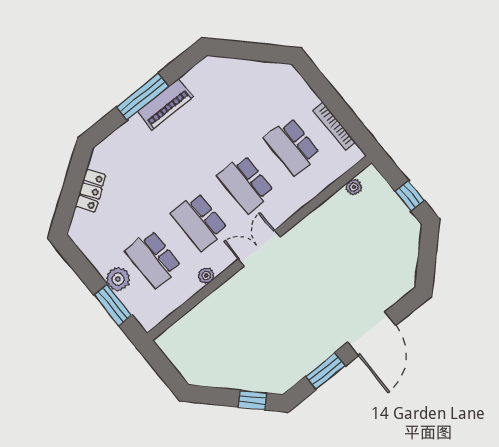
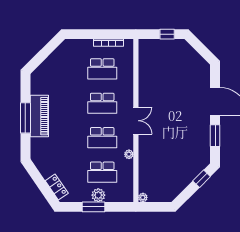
piano: (165, 104) -> (39, 116), width x1.37, depth x1.33
plant: (354, 187) -> (143, 197), moved
locker: (91, 191) -> (57, 187), moved
double door: (259, 248) -> (136, 121), swing flipped
window: (113, 305) -> (93, 207), moved

